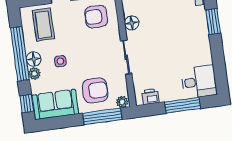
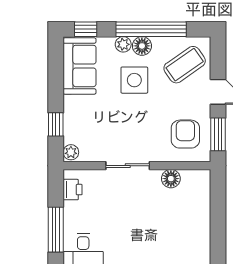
coffee table: (43, 25) -> (185, 65), turned -35
side table: (60, 61) -> (134, 80), width x1.87, depth x1.87
armchair: (95, 90) -> (91, 120), removed
window: (102, 116) -> (56, 124), width x0.46

